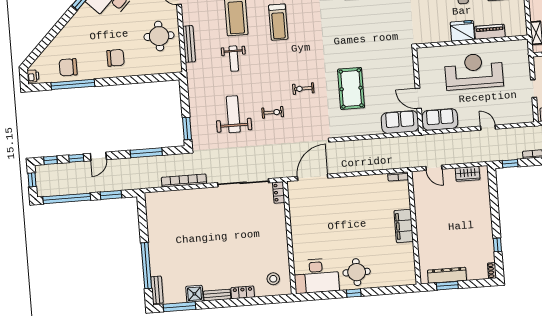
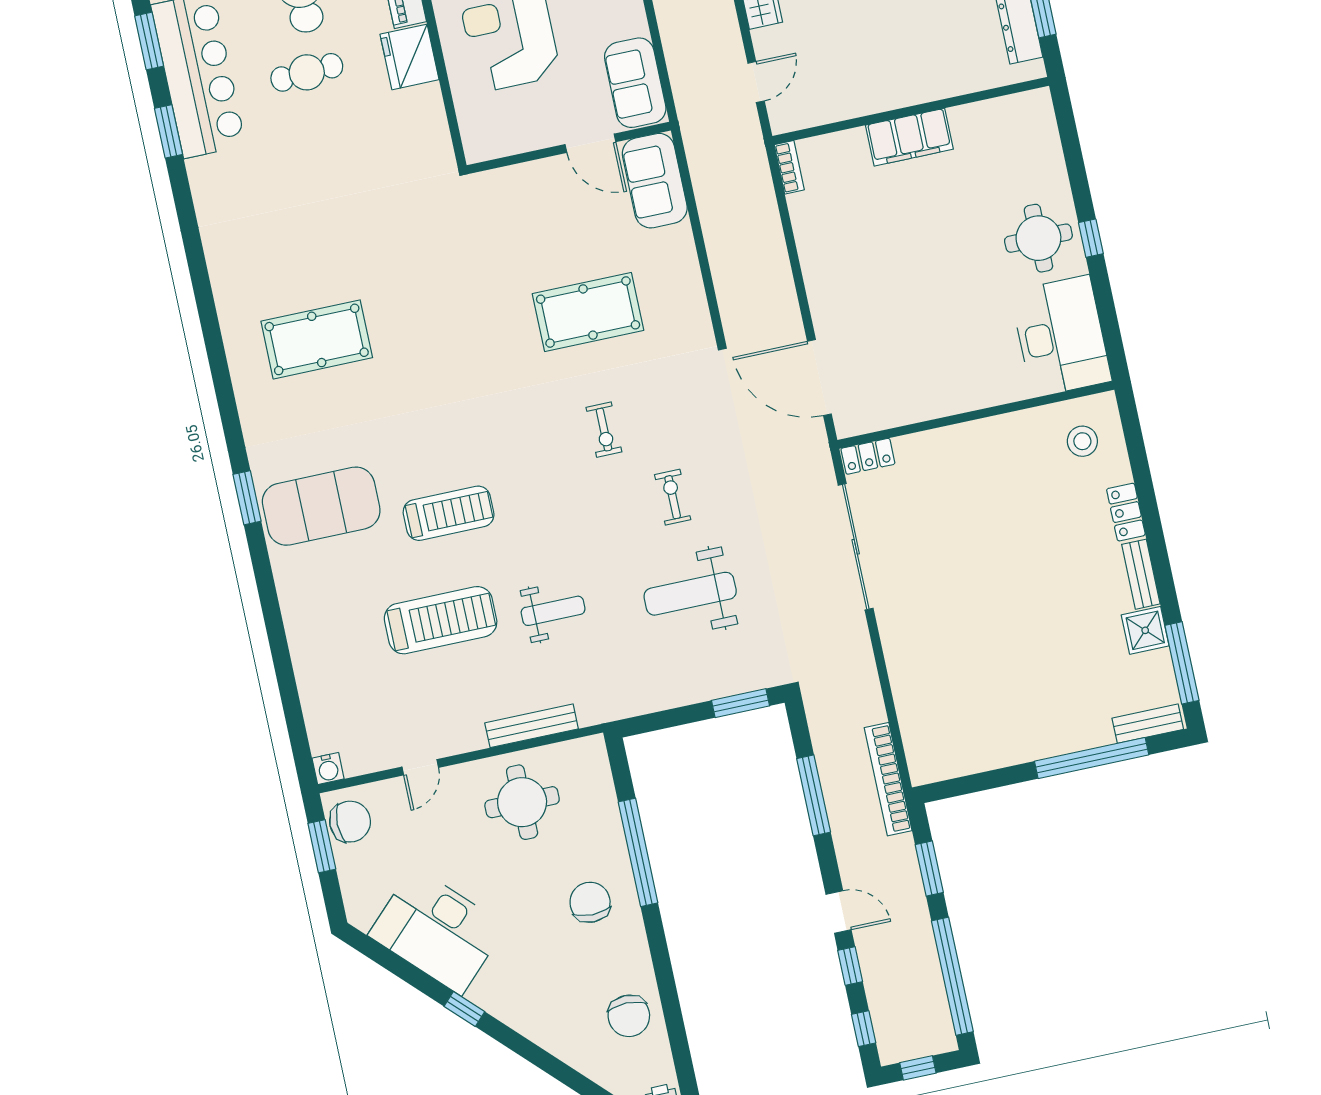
window: (73, 84) -> (638, 852), moved
door: (418, 98) -> (590, 143), hinge flipped
bookcase: (184, 181) -> (888, 779), moved

